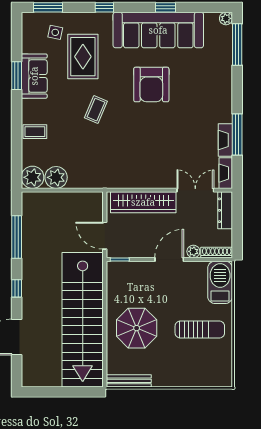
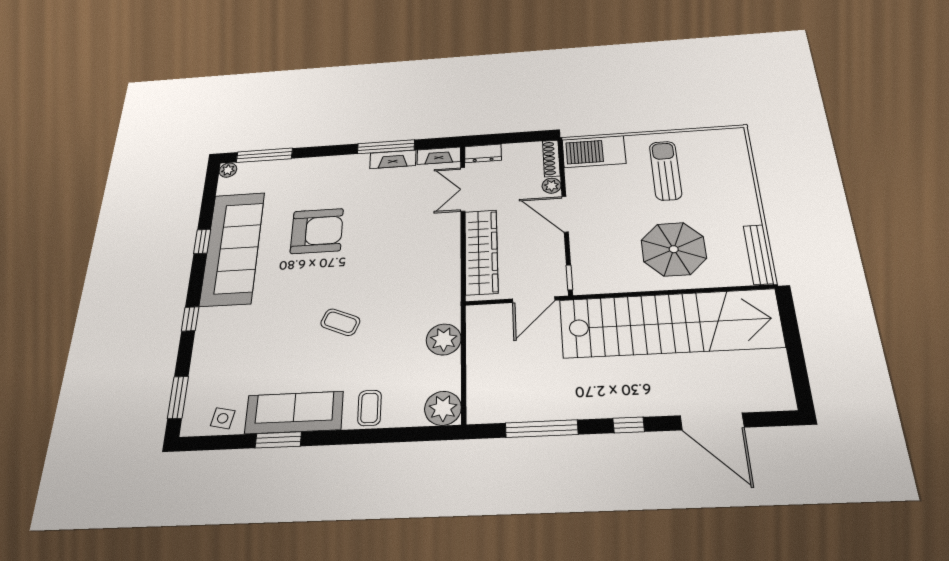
side table: (55, 32) -> (223, 418), moved
rug: (83, 57) -> (259, 344), removed
sofa: (34, 76) -> (294, 412), width x1.36
armchair: (151, 85) -> (317, 231), moved
plant: (56, 177) -> (444, 339), moved
dresser: (225, 210) -> (483, 153), width x0.70

